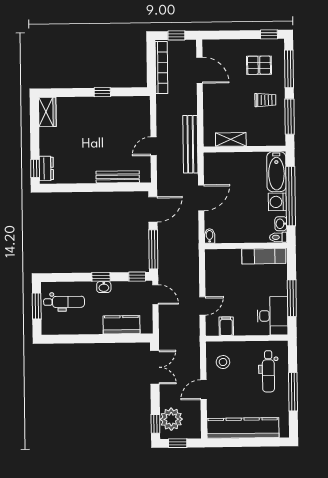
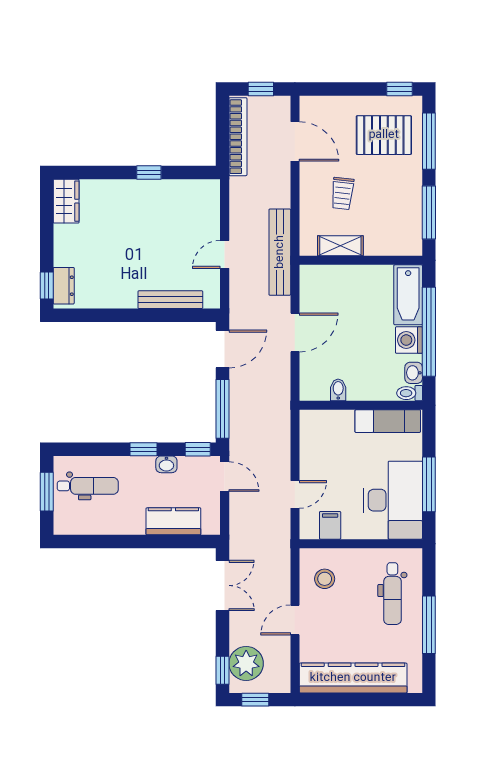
pallet: (259, 65) -> (384, 135), width x1.50, depth x1.42
trolley: (265, 100) -> (342, 193), moved, turned 96
bidet: (210, 236) -> (338, 390), moved
washbasin: (104, 287) -> (166, 464), moved
desk: (273, 316) -> (393, 500), width x1.36, depth x1.30

